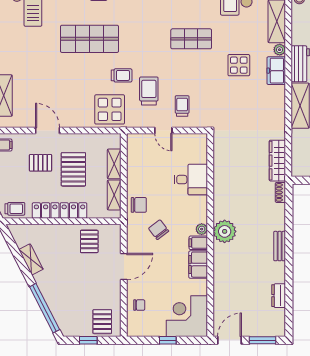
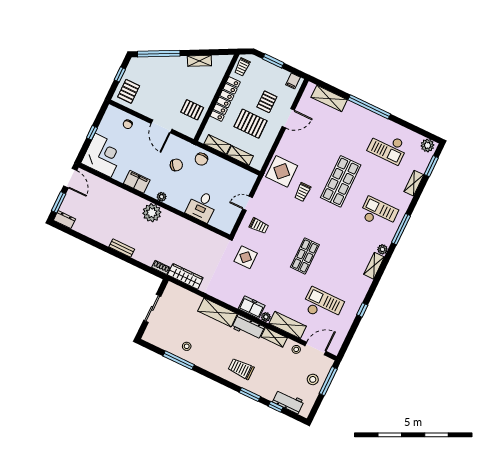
shelving: (298, 30) -> (274, 337), added
display table: (239, 65) -> (246, 257), moved
trolley: (149, 91) -> (282, 207), removed
filing cabinet: (198, 243) -> (153, 189), removed
dresser: (279, 296) -> (64, 220), moved
pallet: (102, 322) -> (129, 91), turned 90

